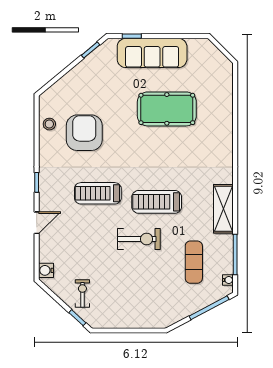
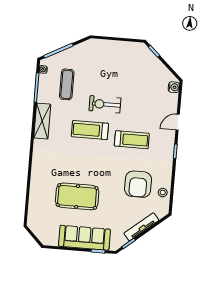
tv unit: (75, 74) -> (141, 227), added
treadmill: (157, 202) -> (90, 130), turned 180
exercise bike: (82, 293) -> (149, 68), removed

